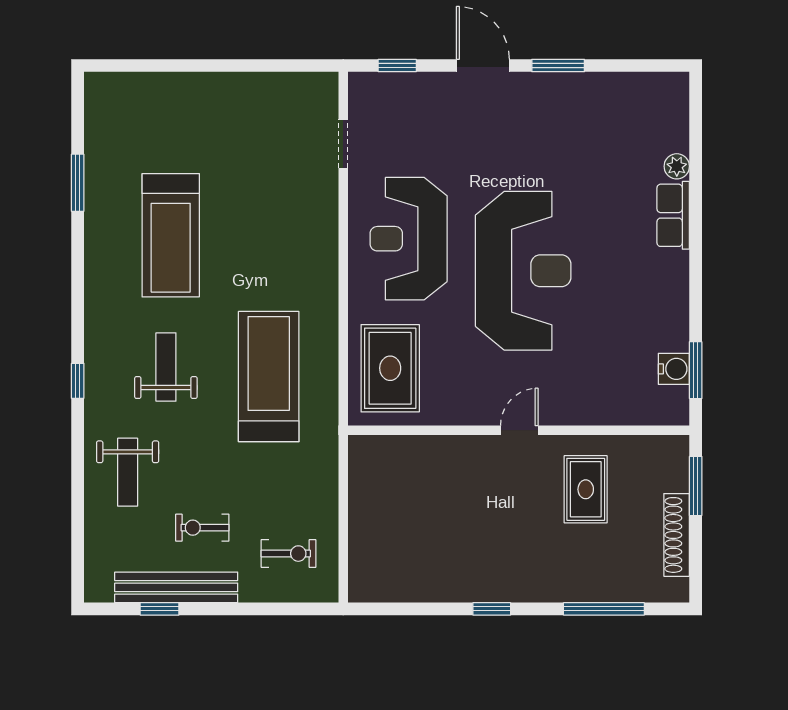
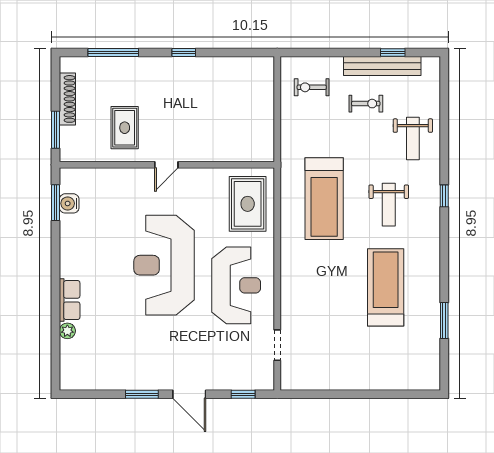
weight bench: (128, 472) -> (413, 138), turned 180

